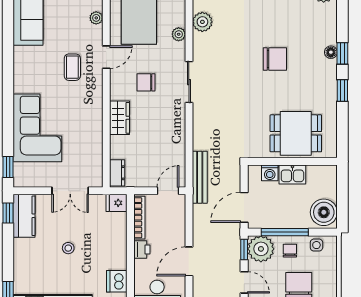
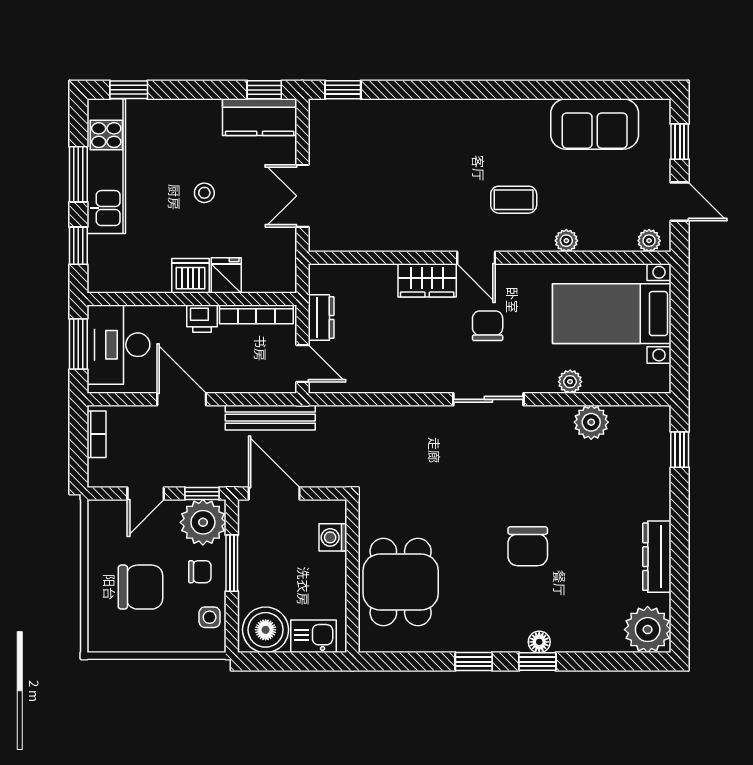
plant: (96, 18) -> (566, 241), moved
door: (106, 57) -> (476, 258), moved
corner sofa: (37, 128) -> (410, 140), removed
dresser: (117, 173) -> (321, 318), moved, turned -90
kitchen sink: (292, 174) -> (313, 636), moved, turned 90
bench: (200, 177) -> (270, 418), moved
fridge: (117, 203) -> (226, 275), moved
window: (285, 232) -> (232, 563), width x0.69
dishwasher: (117, 281) -> (190, 276), moved

